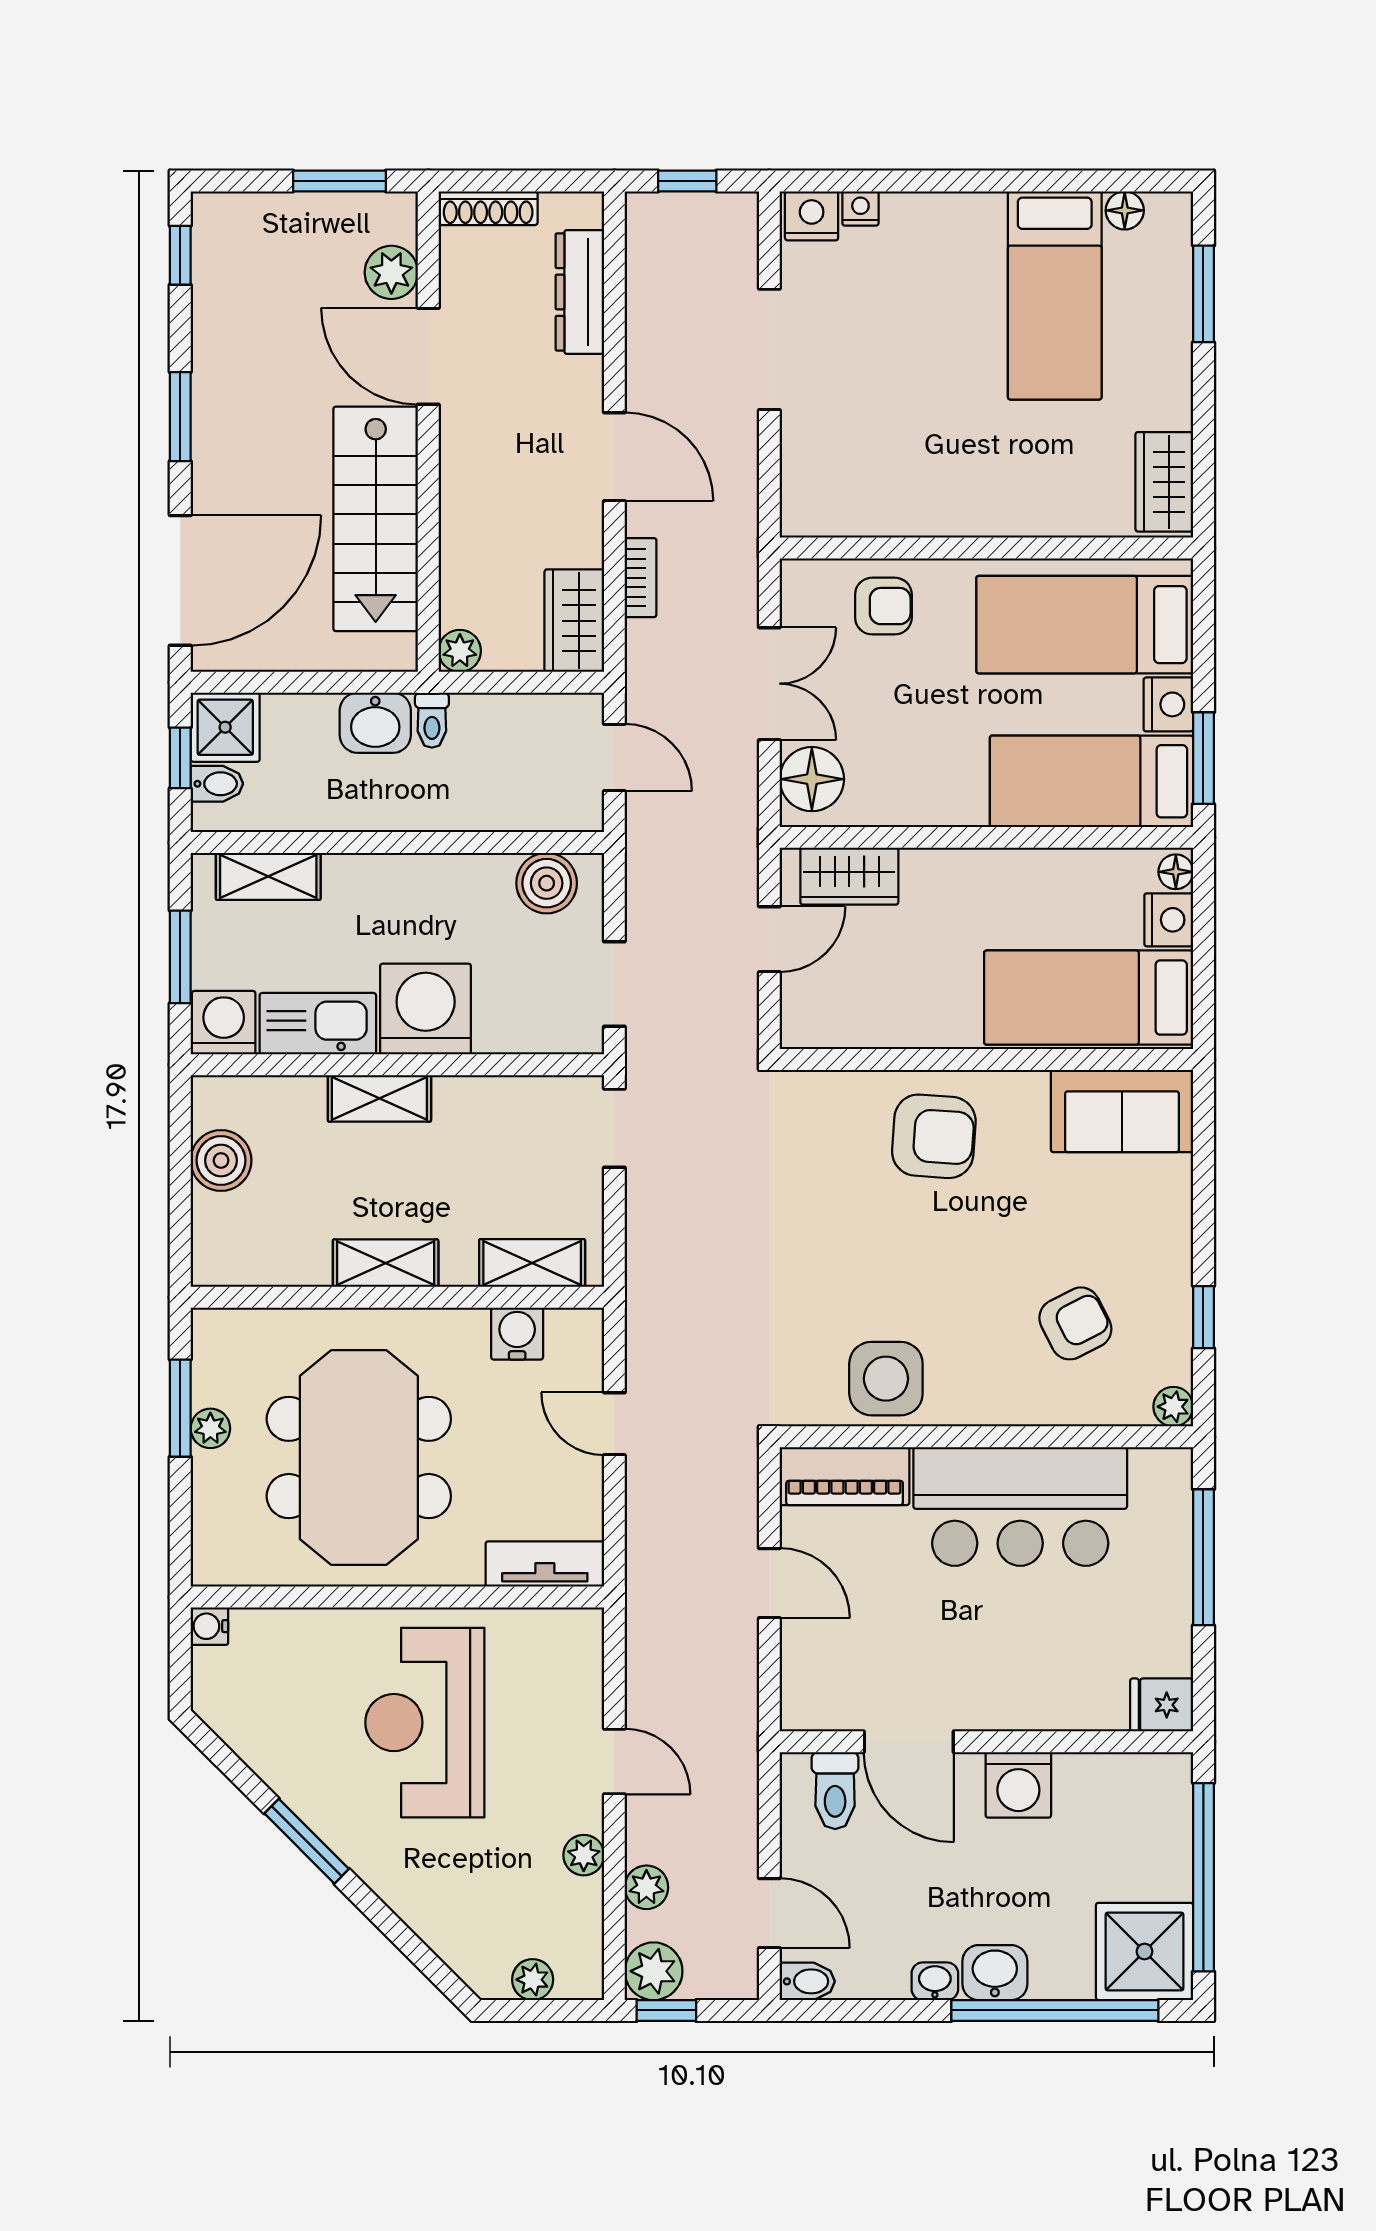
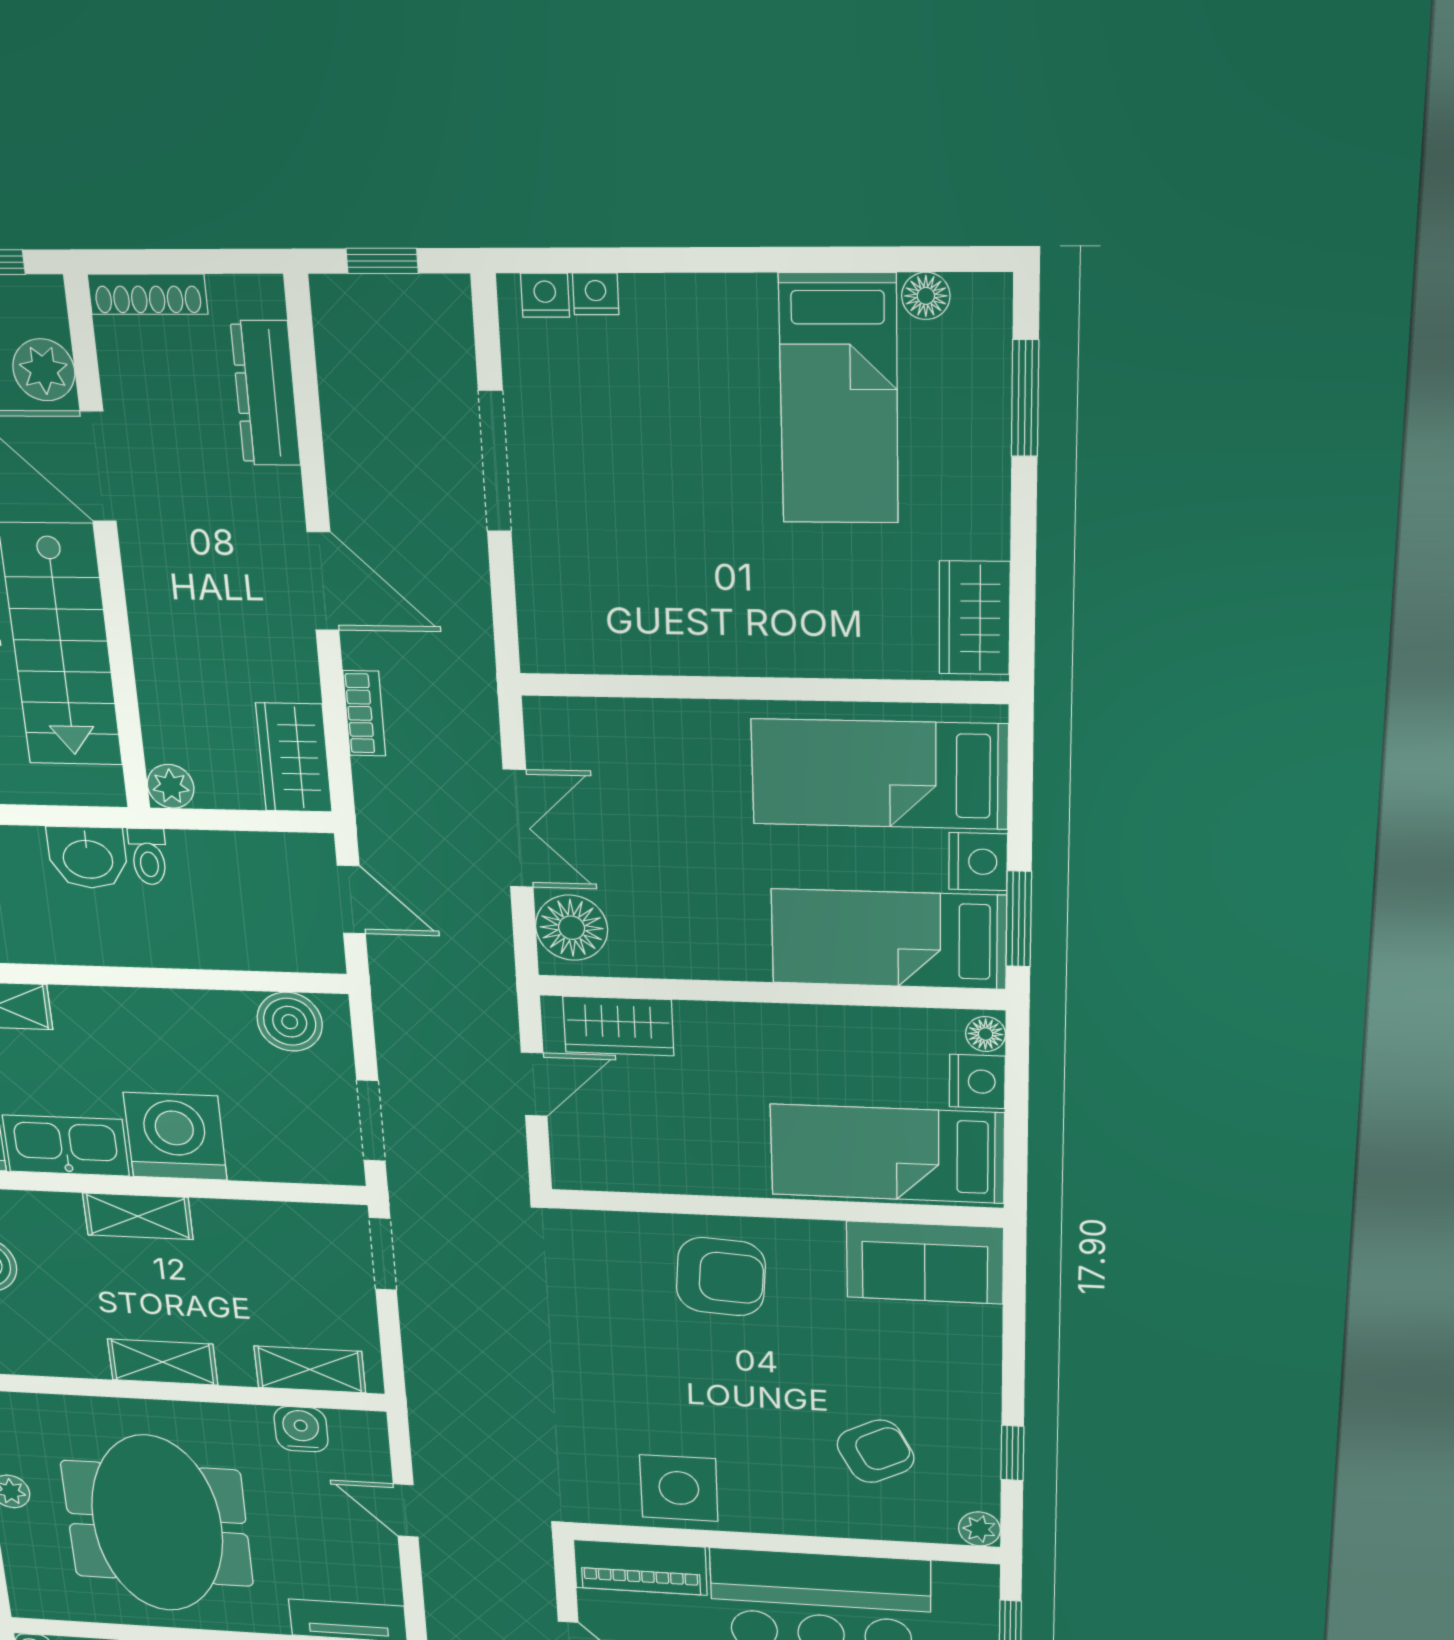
nightstand: (812, 216) -> (545, 295), width x0.72, depth x0.74
armchair: (883, 606) -> (644, 749), removed

